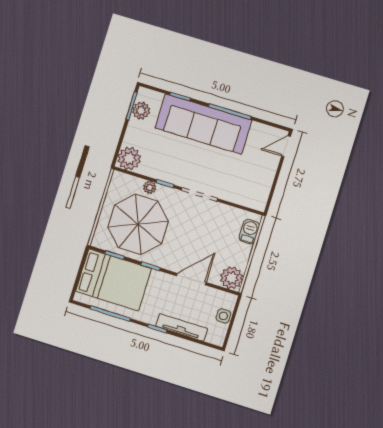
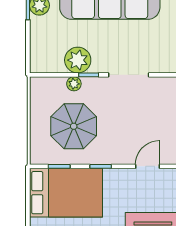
plant: (129, 159) -> (78, 60), moved
parasol: (138, 224) -> (74, 126), width x0.73, depth x0.73
door: (191, 279) -> (147, 166), width x0.73

